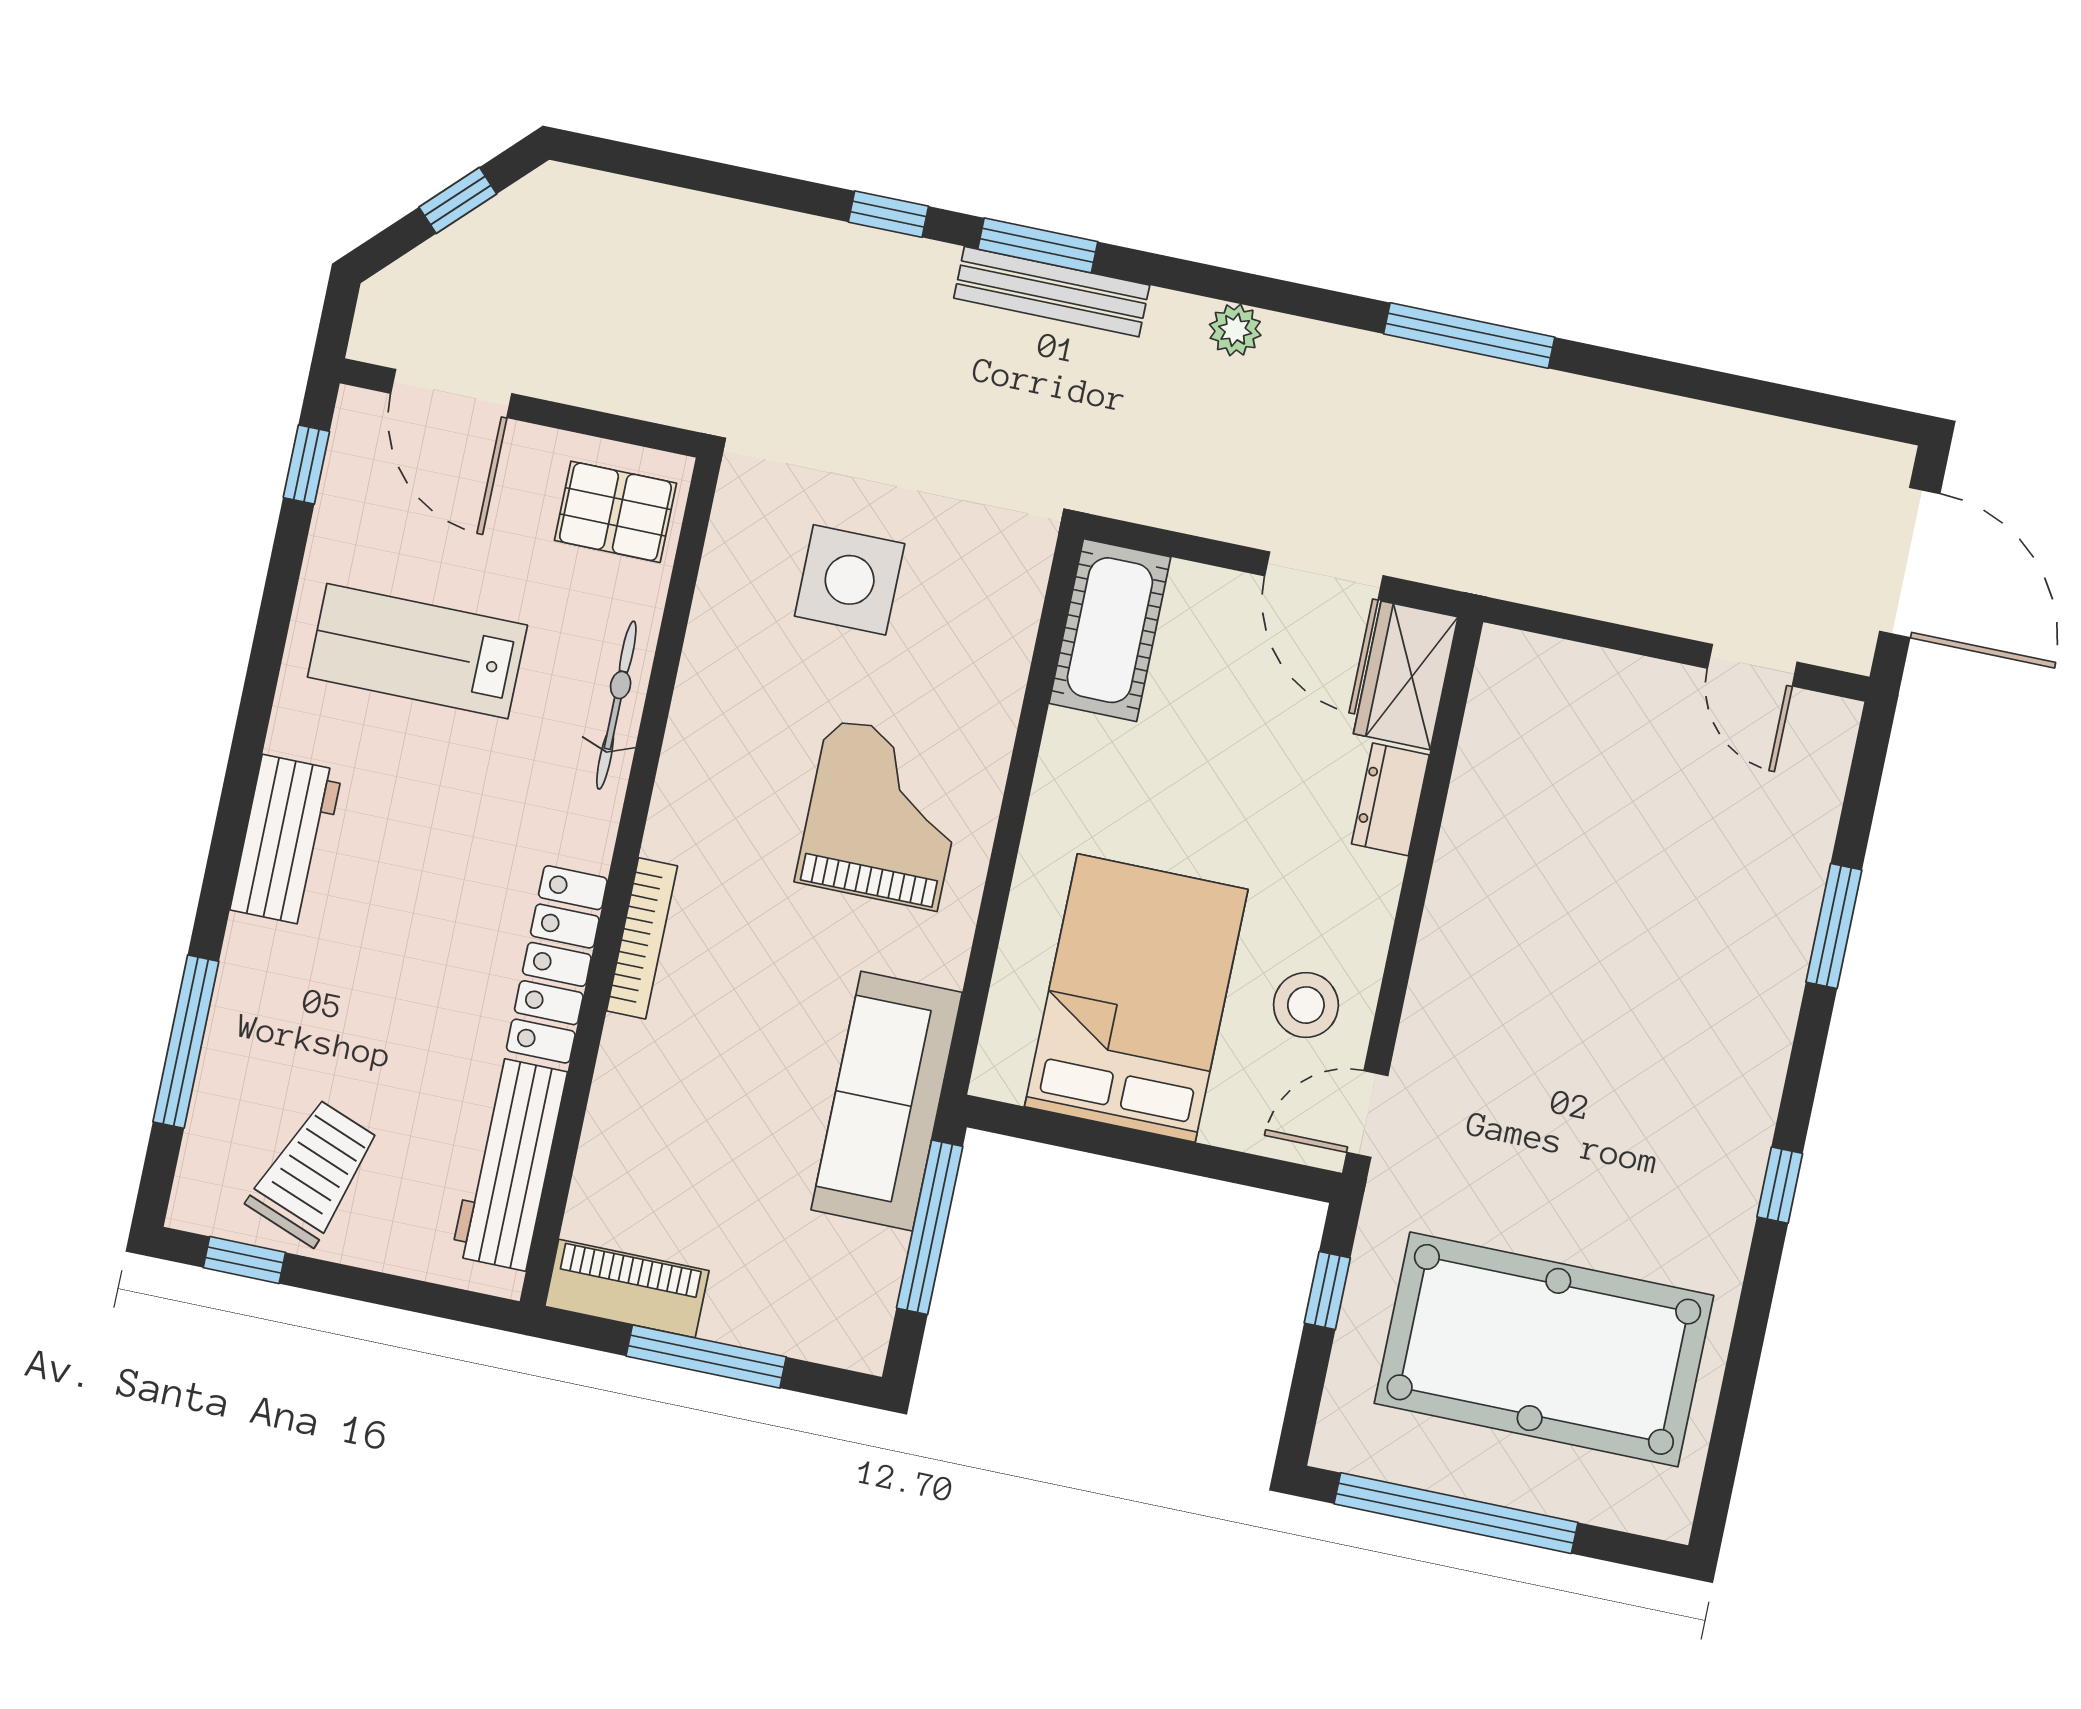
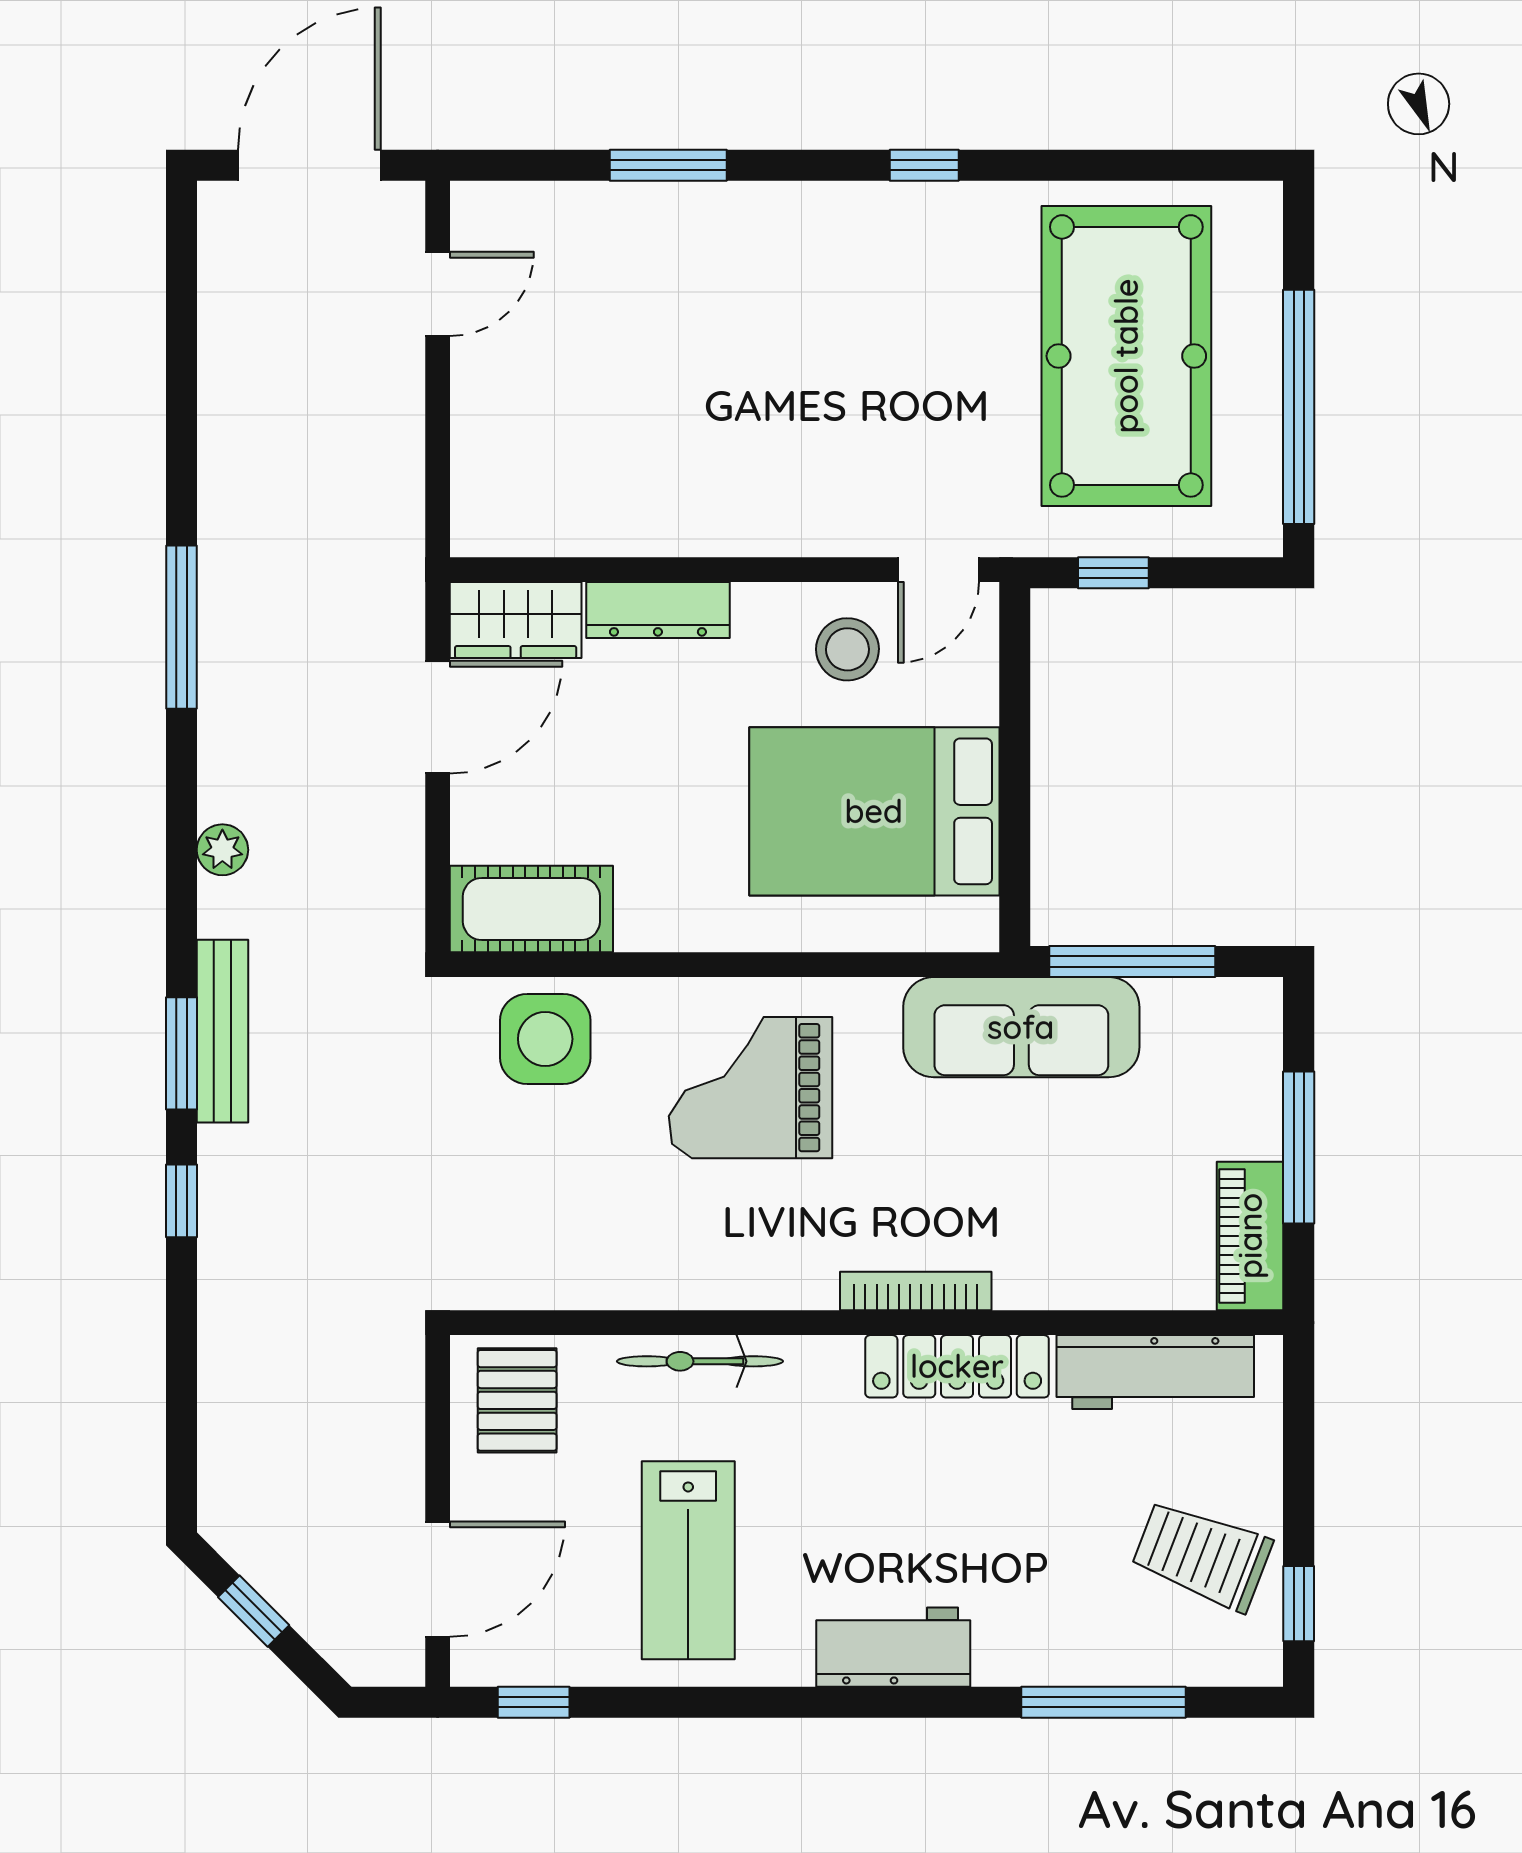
side table: (850, 580) -> (545, 1039), moved
dresser: (1390, 799) -> (658, 610), width x1.44
door: (1367, 1114) -> (938, 570), hinge flipped

